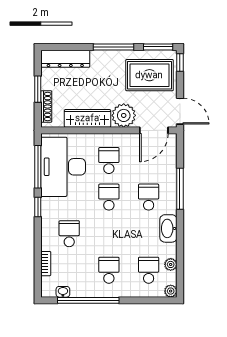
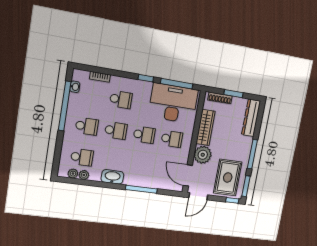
school desk: (149, 197) -> (116, 131), moved
plant: (171, 291) -> (73, 174), moved

